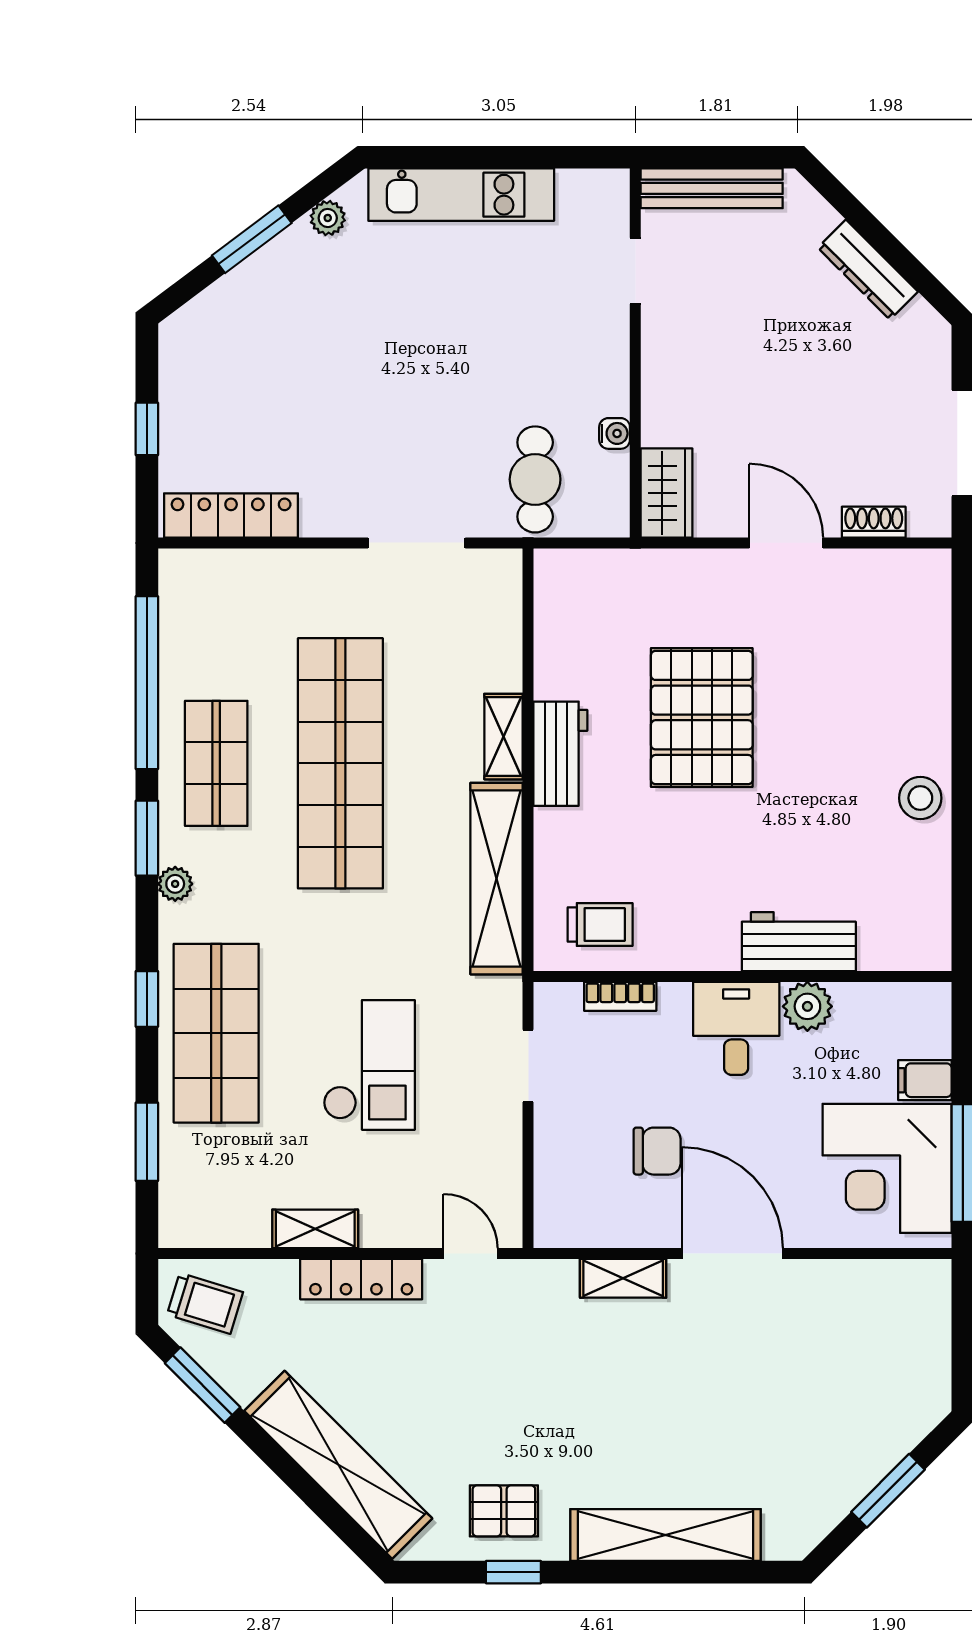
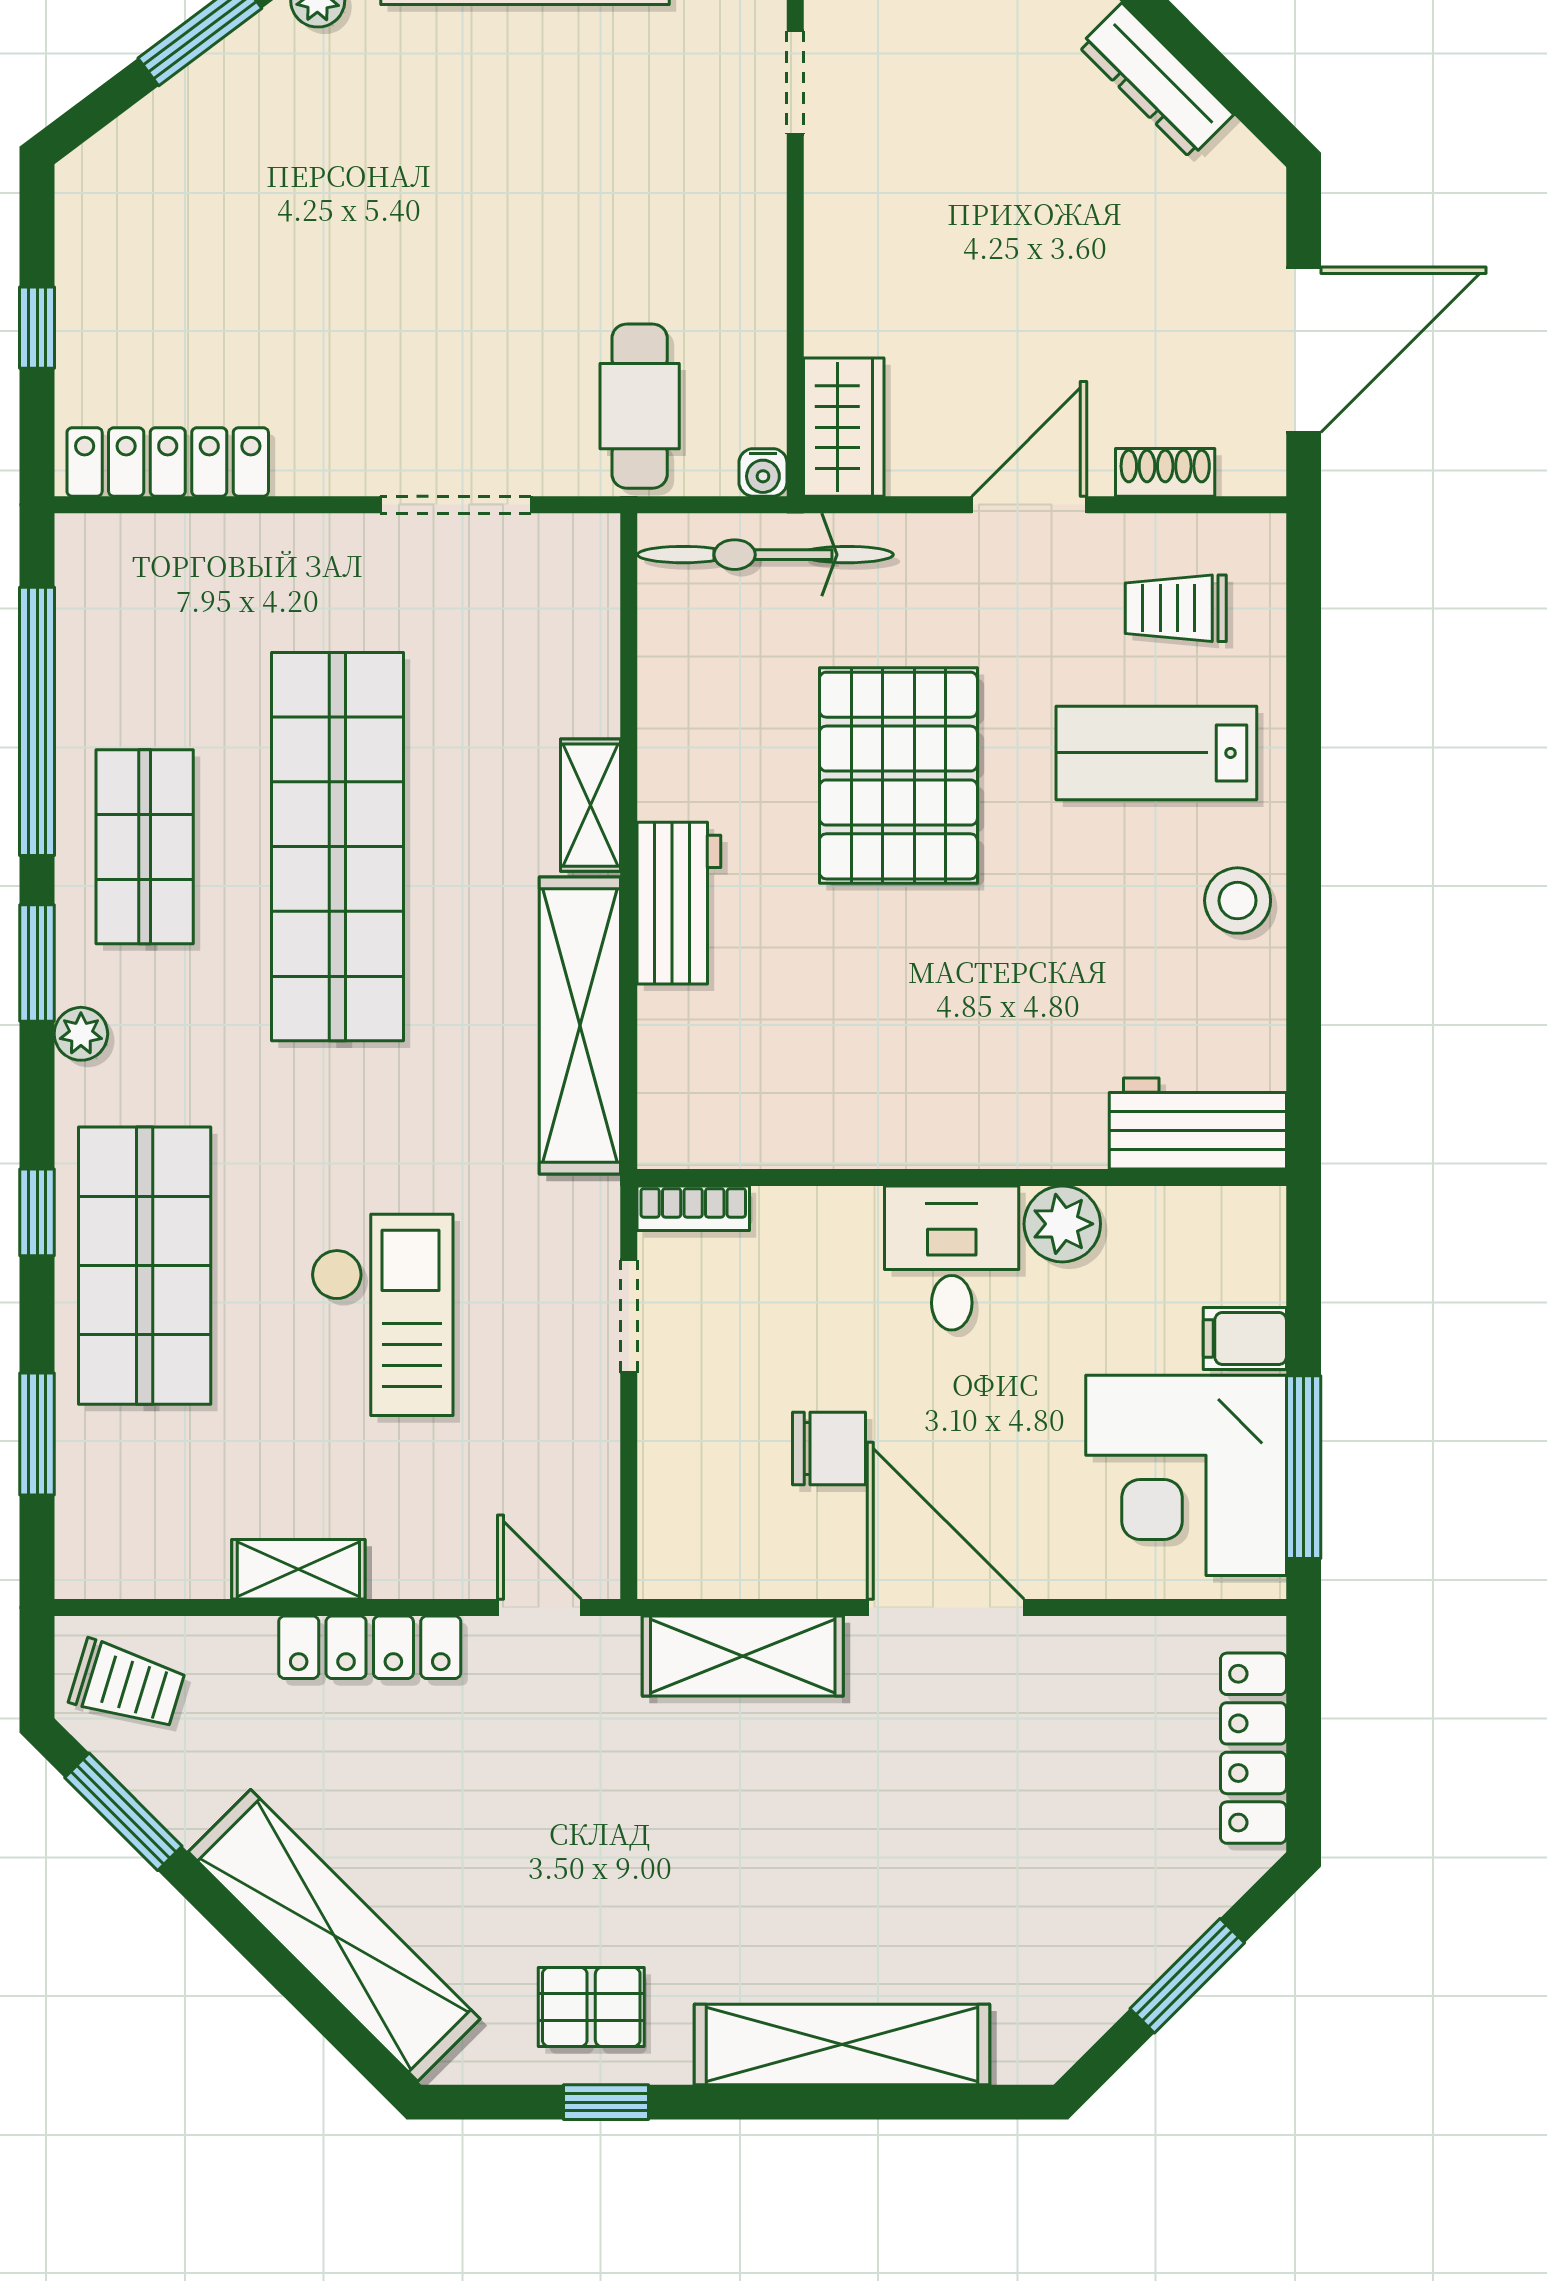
water cooler: (615, 433) -> (763, 472), moved, turned 90
door: (786, 543) -> (1029, 505), hinge flipped
bicycle: (616, 575) -> (765, 555), added
lab bench: (868, 703) -> (1156, 753), added
workbench: (560, 754) -> (679, 903), moved
trolley: (600, 924) -> (1176, 608), moved, turned 180
workbench: (799, 942) -> (1198, 1123), moved
bookcase: (620, 996) -> (693, 1208), moved
shelving: (623, 1278) -> (743, 1656), width x1.50, depth x1.33
locker: (931, 1344) -> (1253, 1748), added

